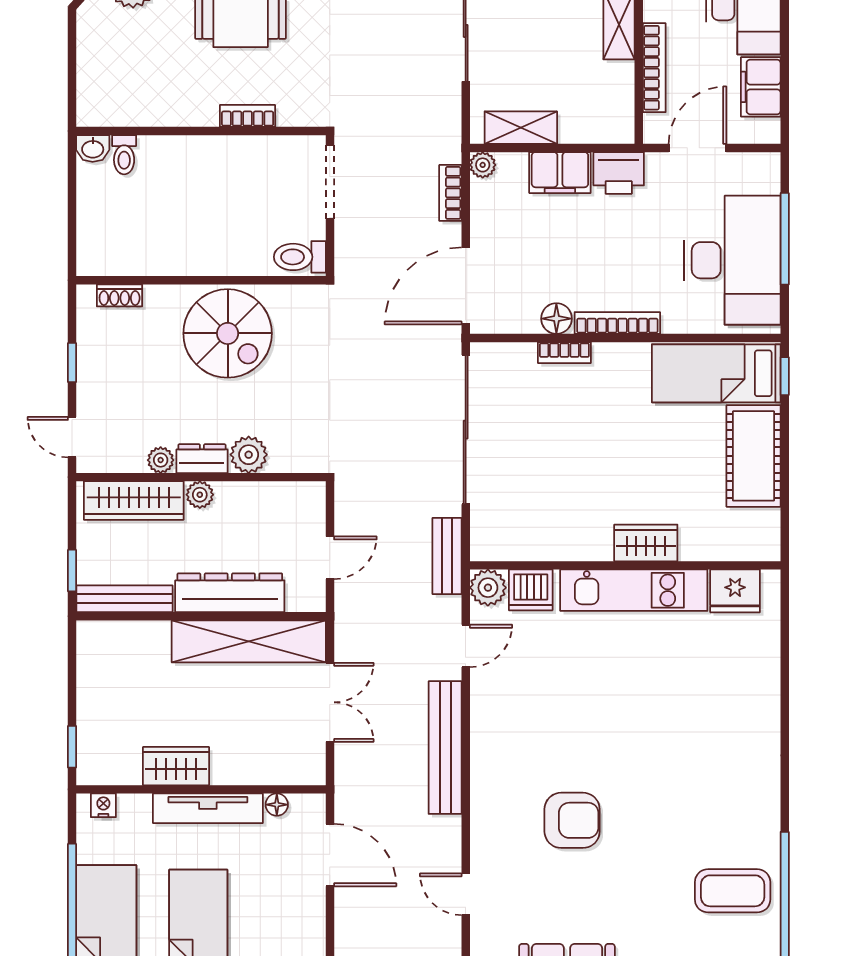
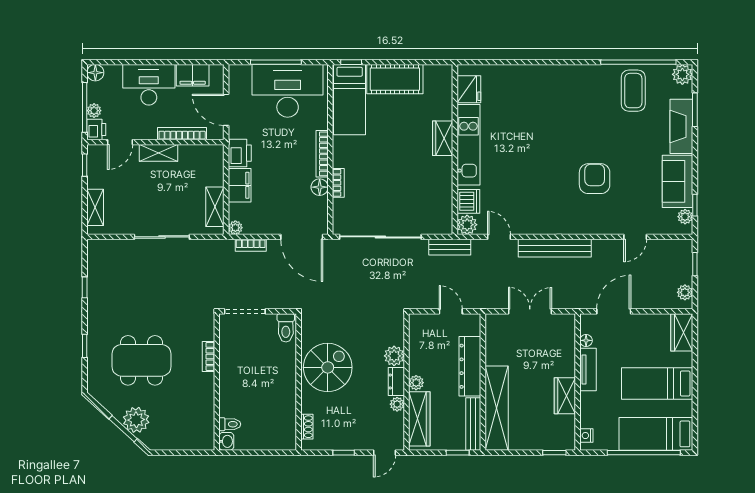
shelving: (249, 641) -> (497, 408), moved
tv unit: (208, 808) -> (588, 369), width x0.71

